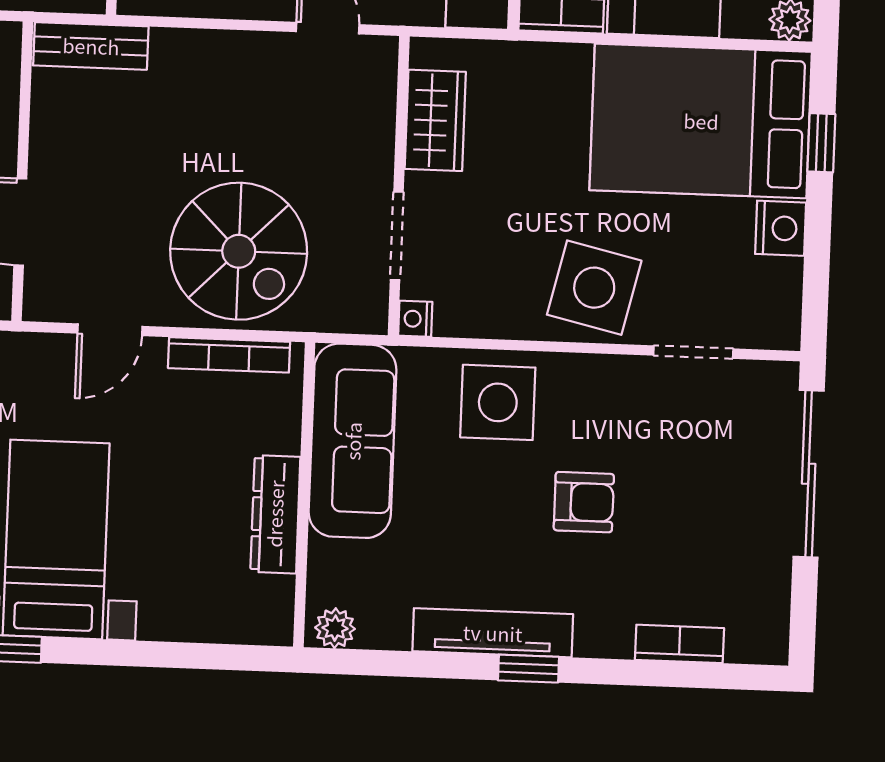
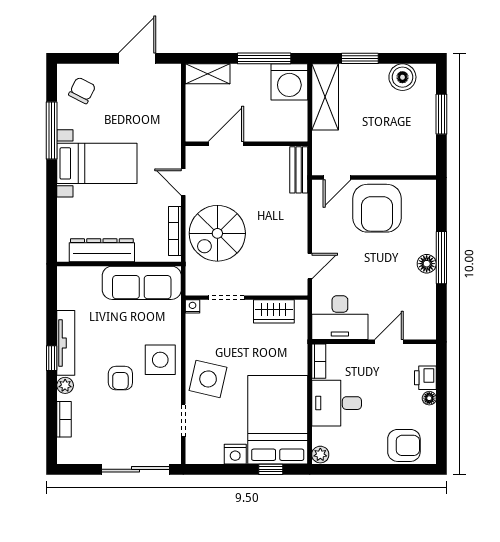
side table: (498, 402) -> (160, 360), moved
dresser: (275, 514) -> (102, 250), width x1.37, depth x1.24
plant: (335, 628) -> (65, 385), moved

